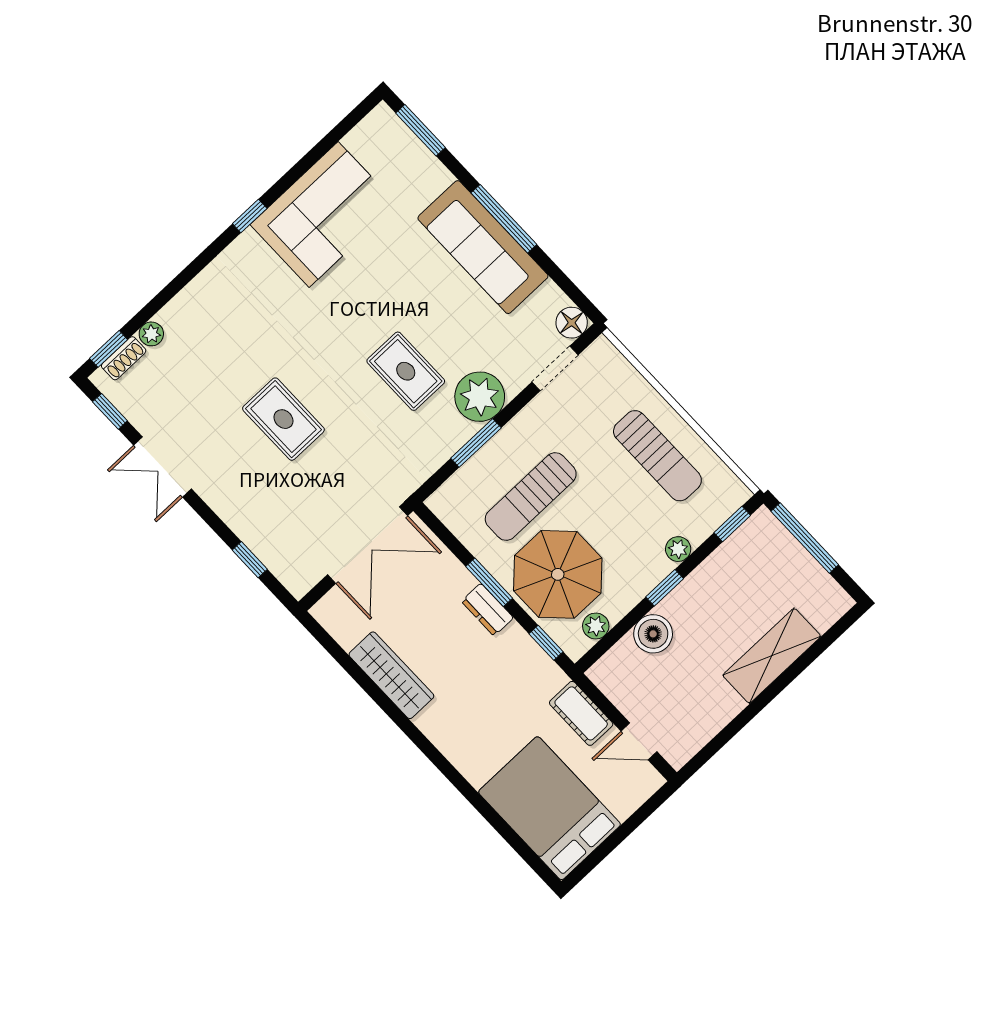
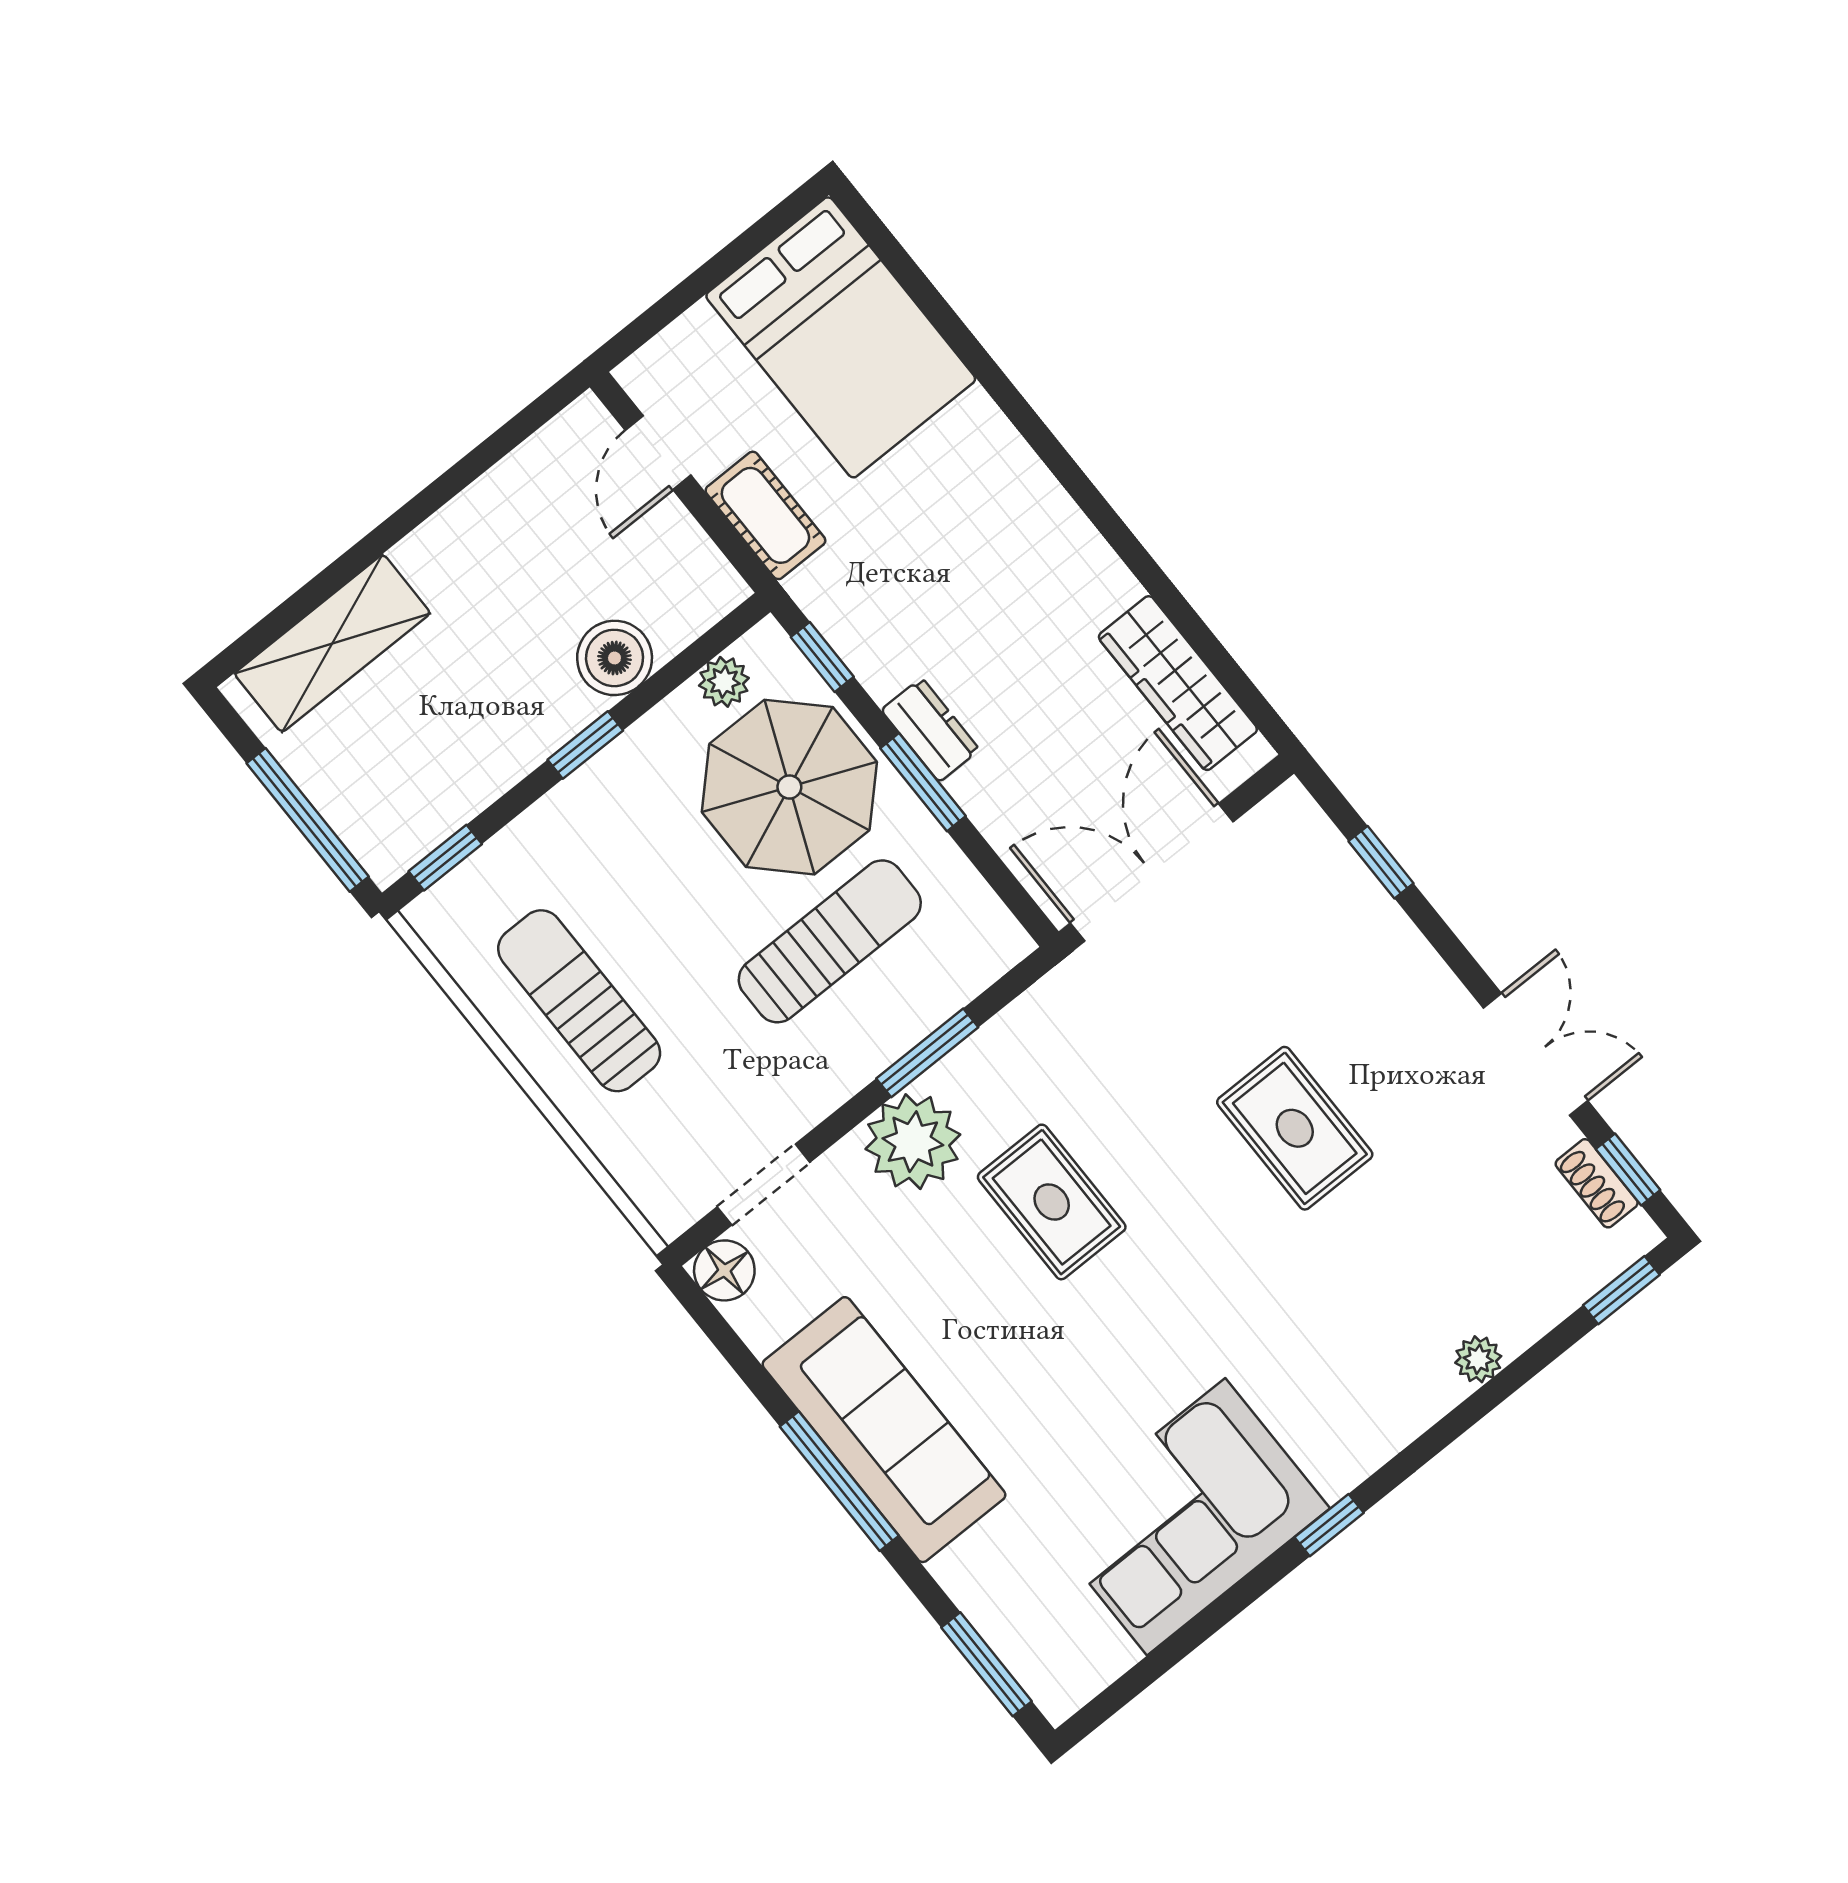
plant: (151, 334) -> (1478, 1359), moved
shoe rack: (124, 358) -> (1597, 1183), moved, turned -90
plant: (678, 549) -> (553, 818), removed
shelving: (772, 656) -> (332, 643), moved
wardrobe: (391, 675) -> (1178, 683), moved
door: (639, 741) -> (658, 453), swing flipped

